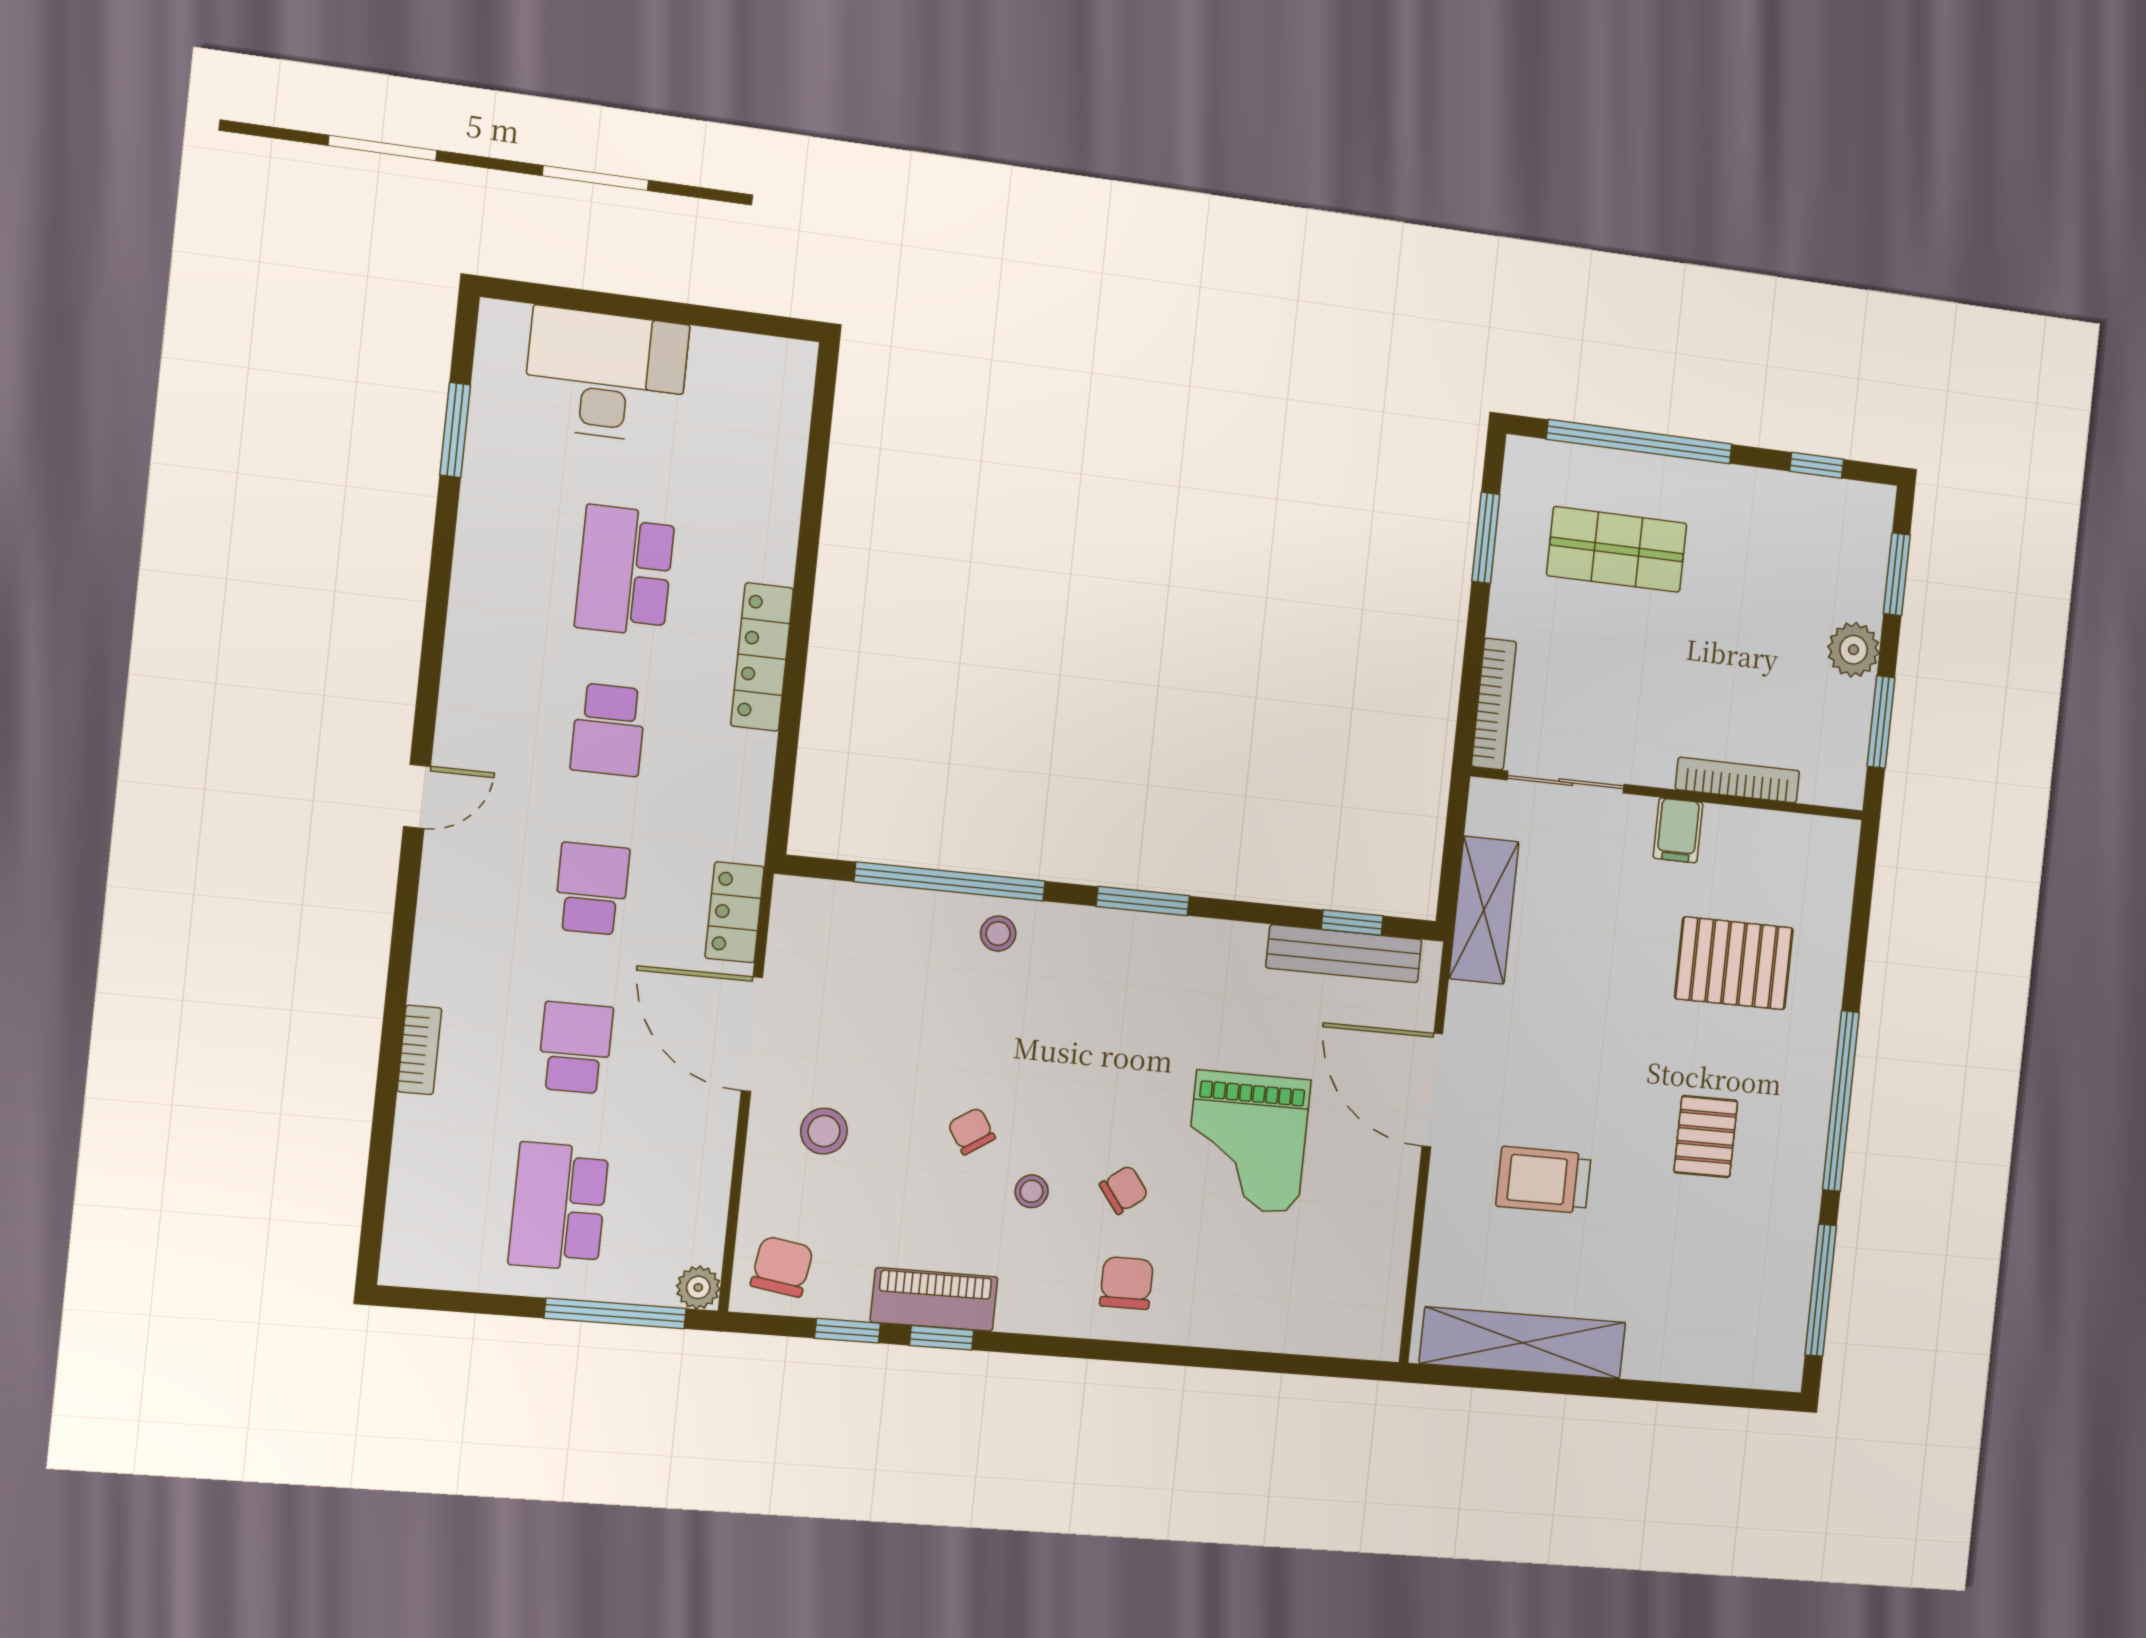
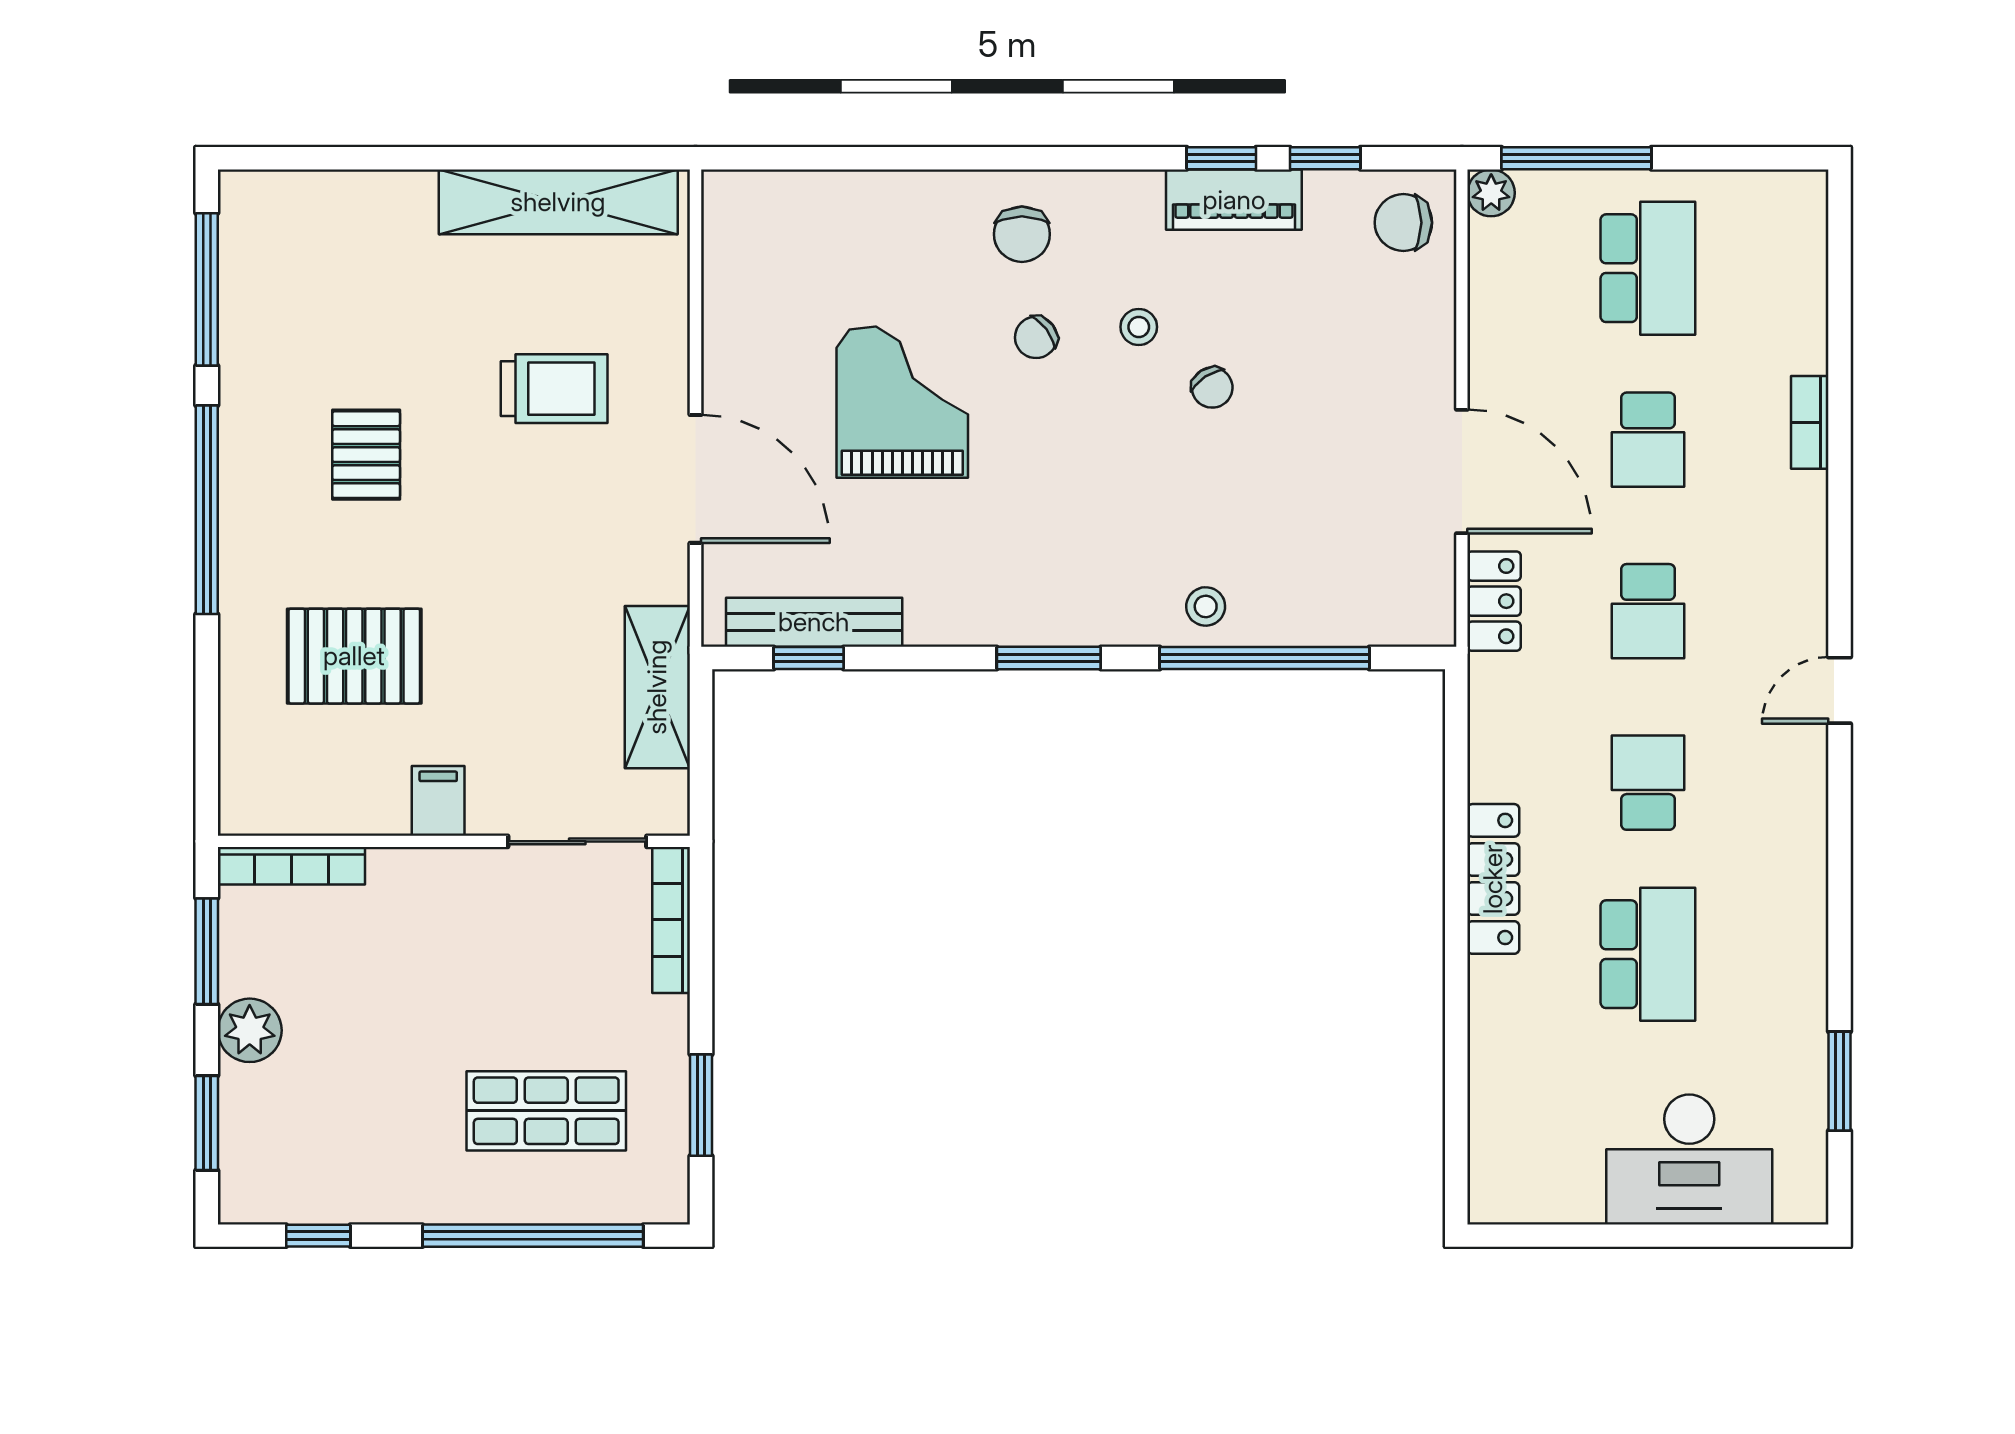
bookcase: (1737, 780) -> (291, 866), moved
stool: (824, 1131) -> (1373, 373), removed
chair: (782, 1267) -> (1403, 223), turned 81

